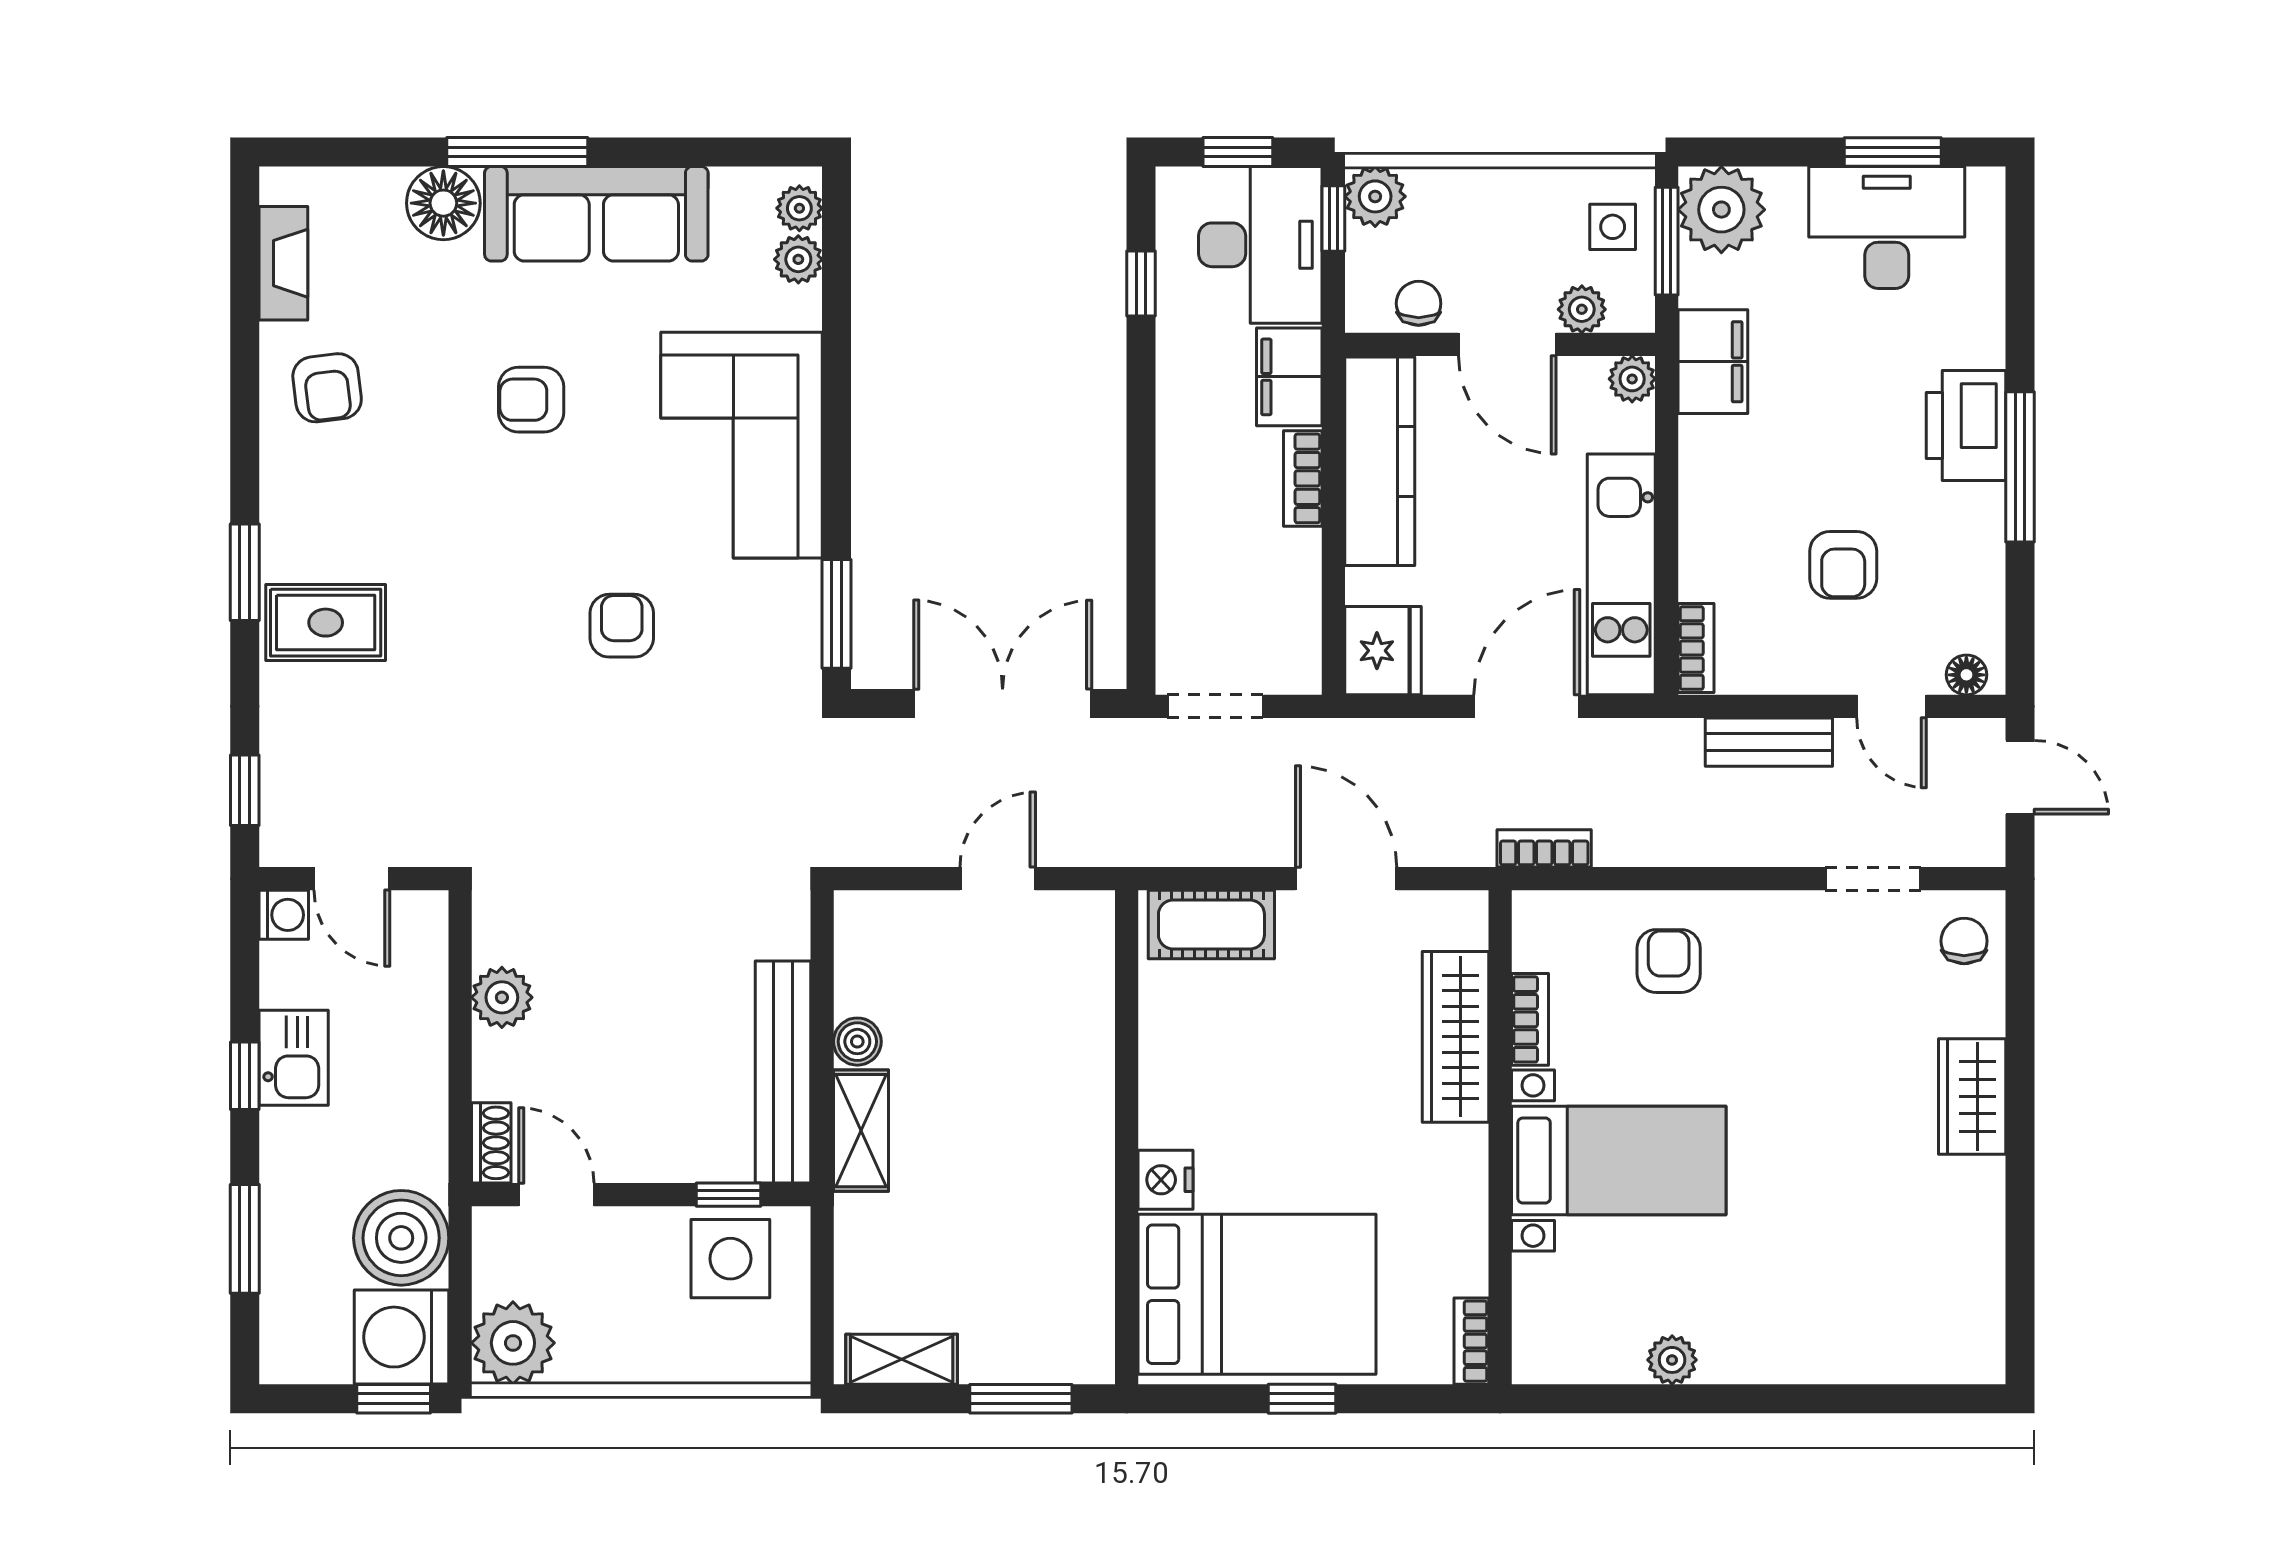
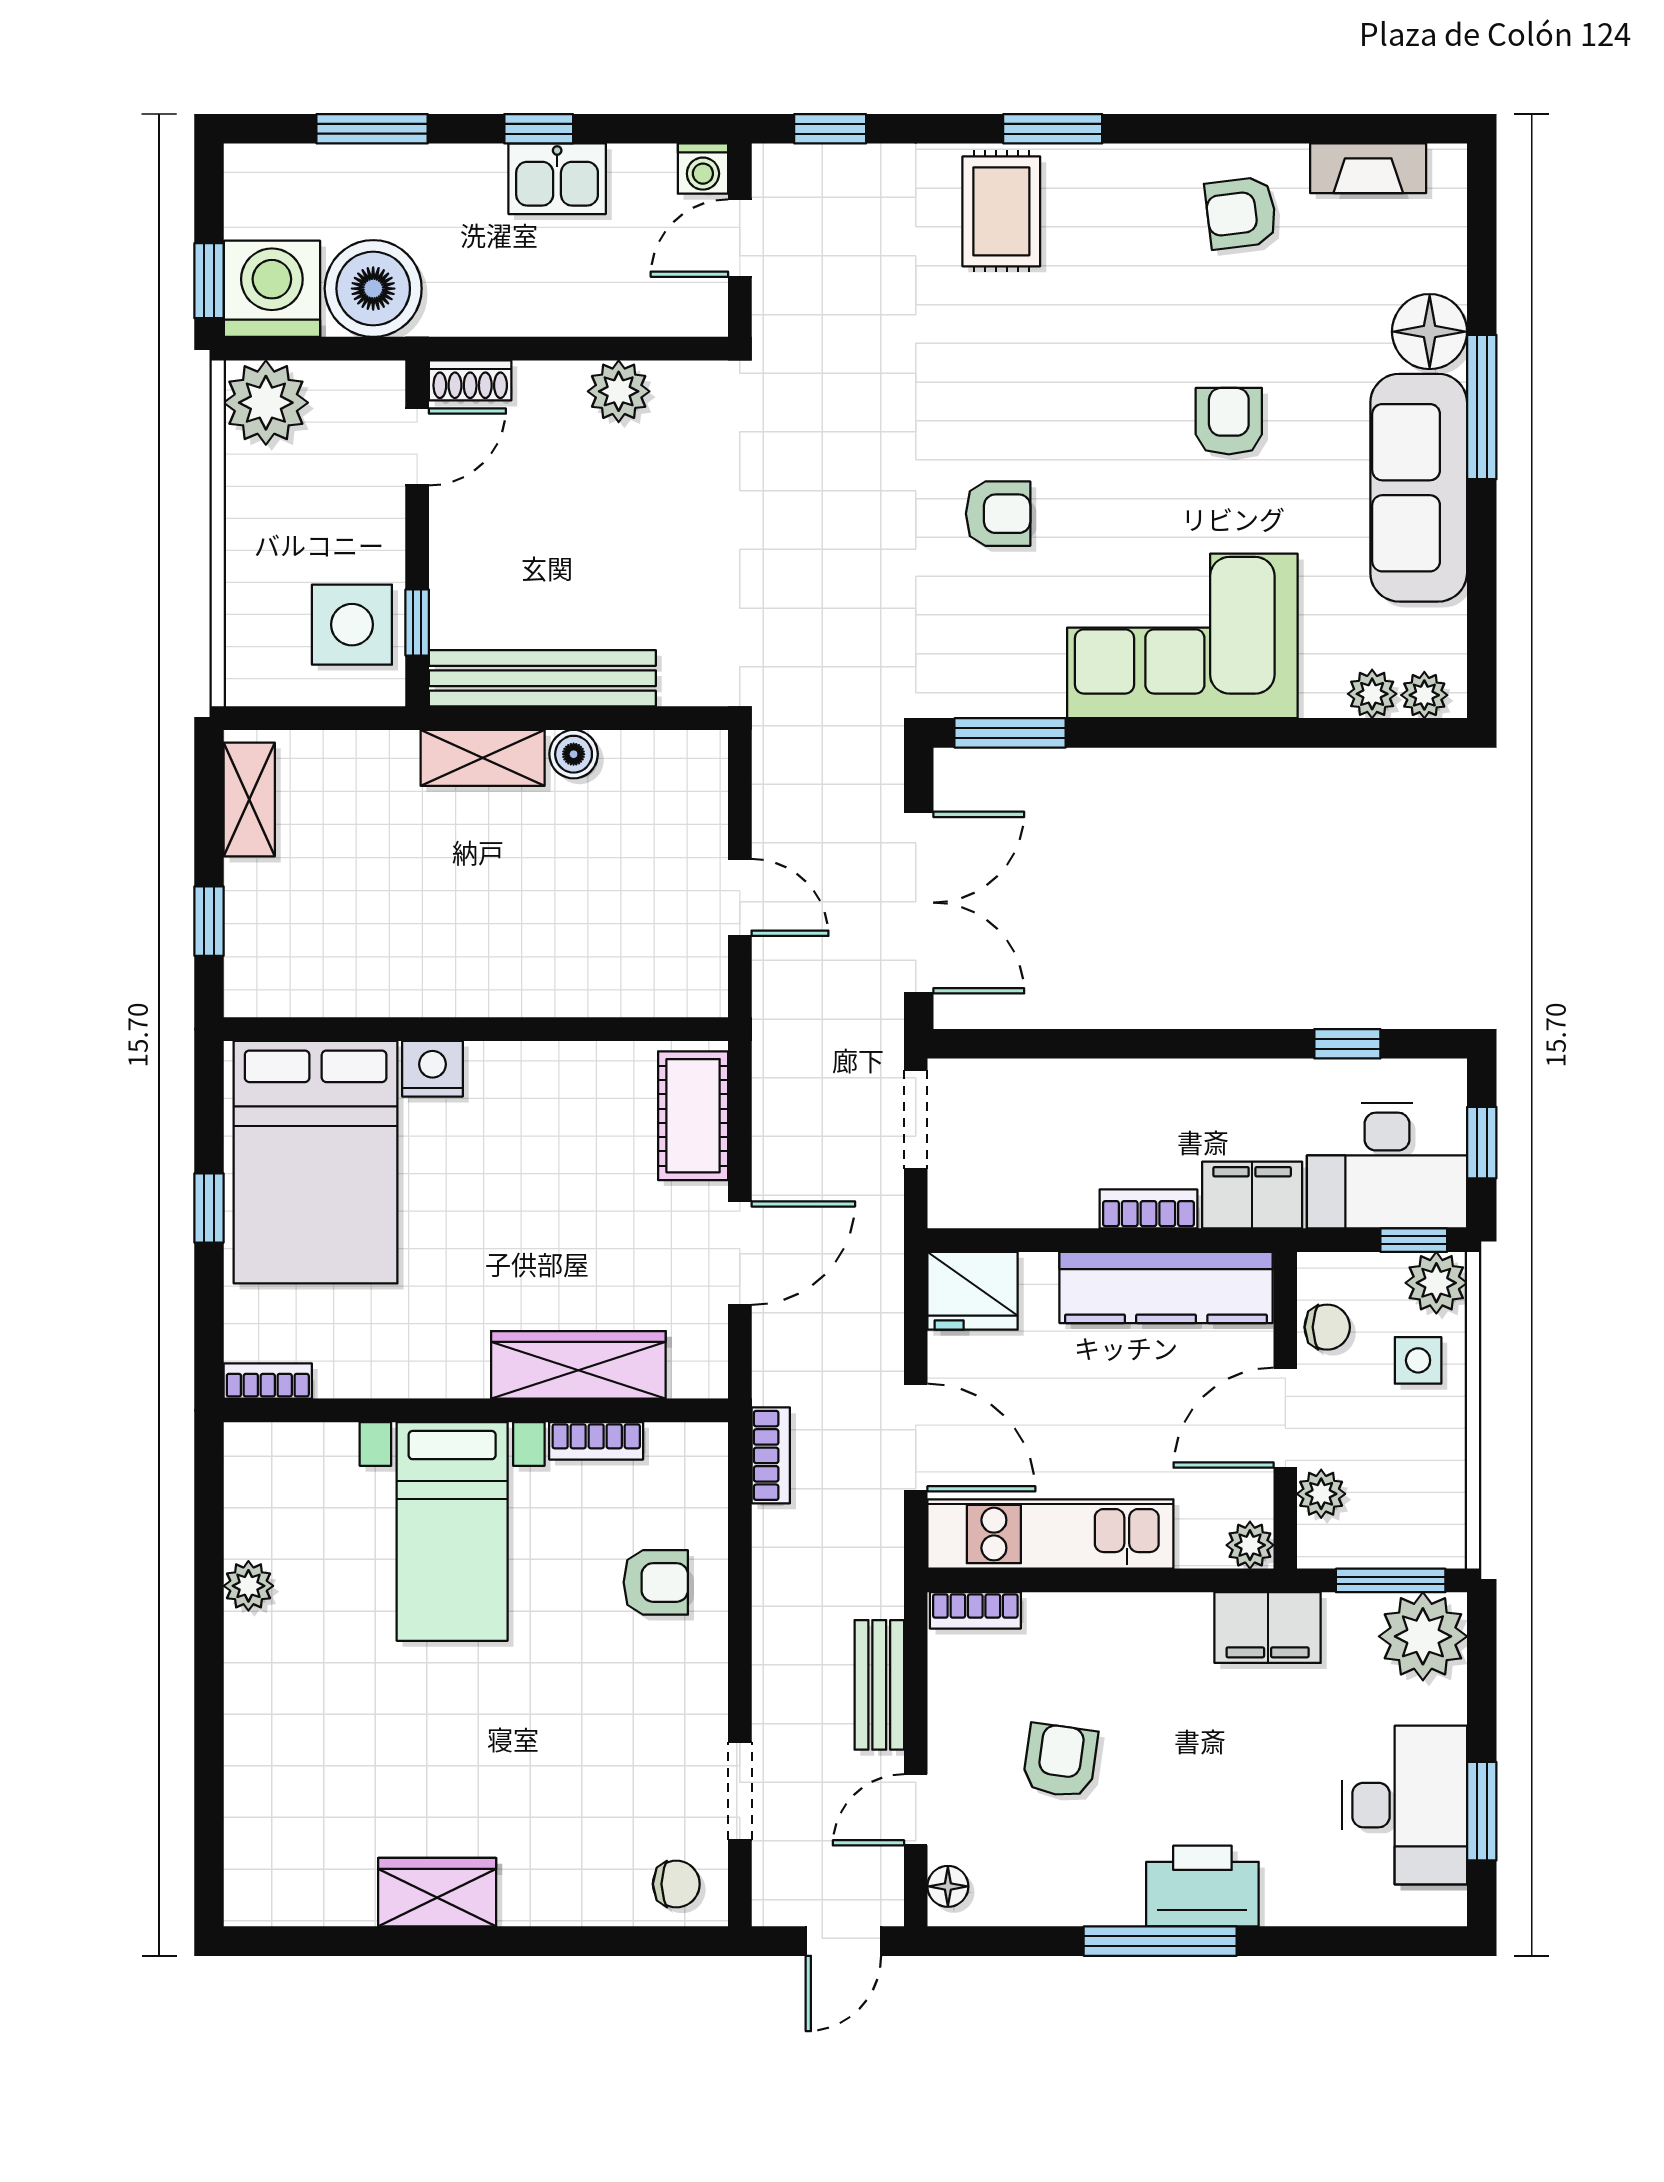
side table: (1613, 227) -> (1418, 1360), moved
armchair: (1843, 565) -> (1060, 1761), turned 98
wardrobe: (1972, 1096) -> (437, 1892), moved
window: (1021, 1399) -> (209, 921), width x0.67

